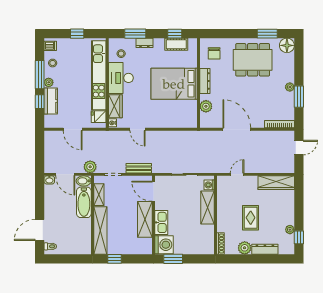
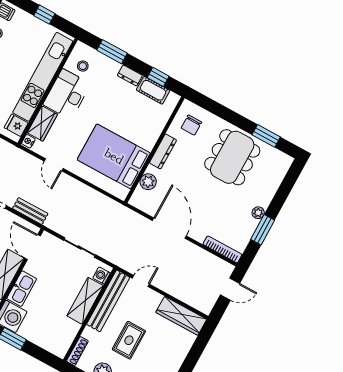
dresser: (144, 43) -> (130, 75), moved
floor lamp: (287, 45) -> (281, 162), removed
dining table: (253, 60) -> (232, 157), turned 90
bed: (174, 84) -> (114, 156), moved
bench: (223, 199) -> (108, 301), added

